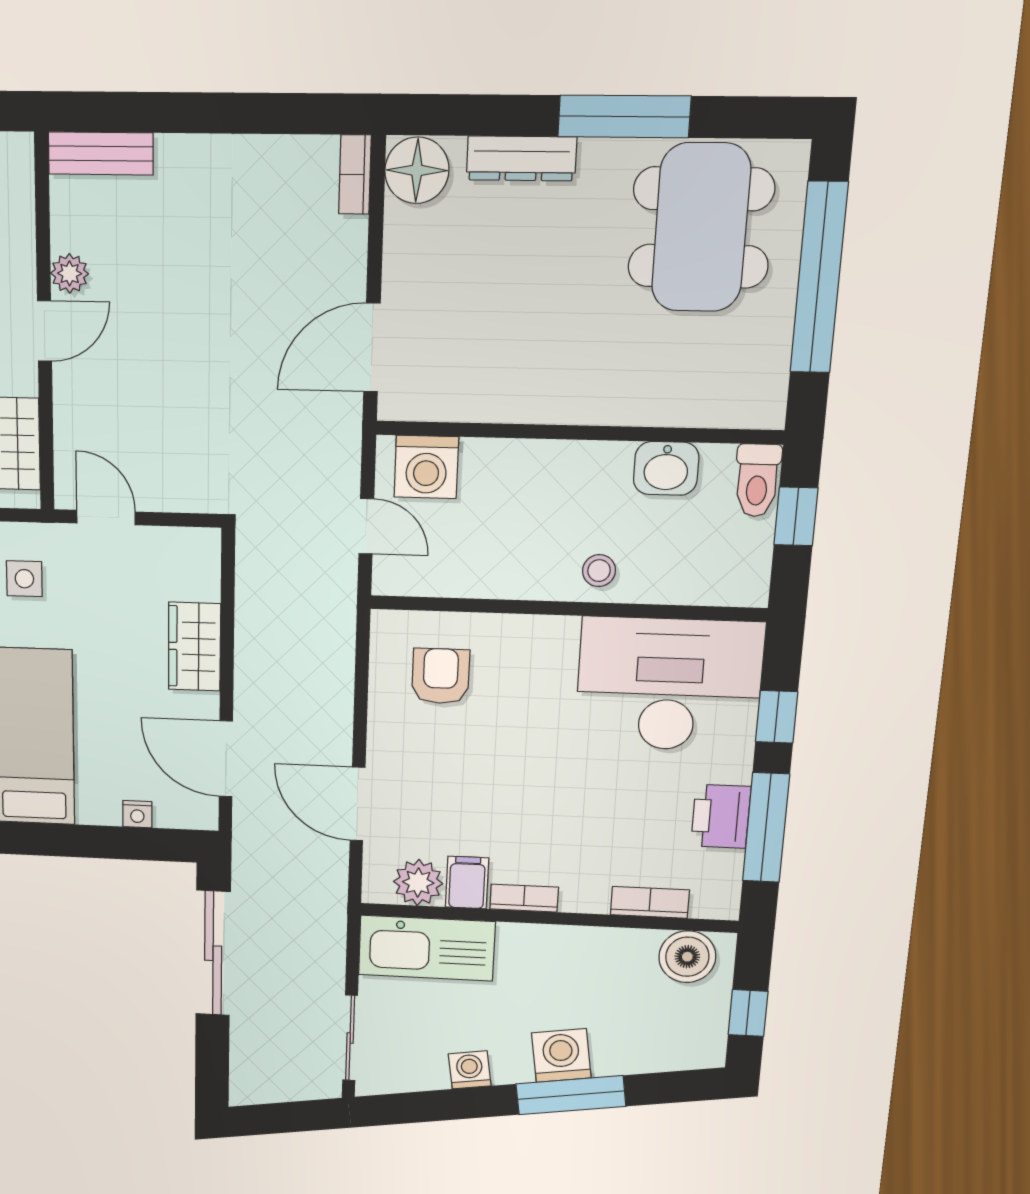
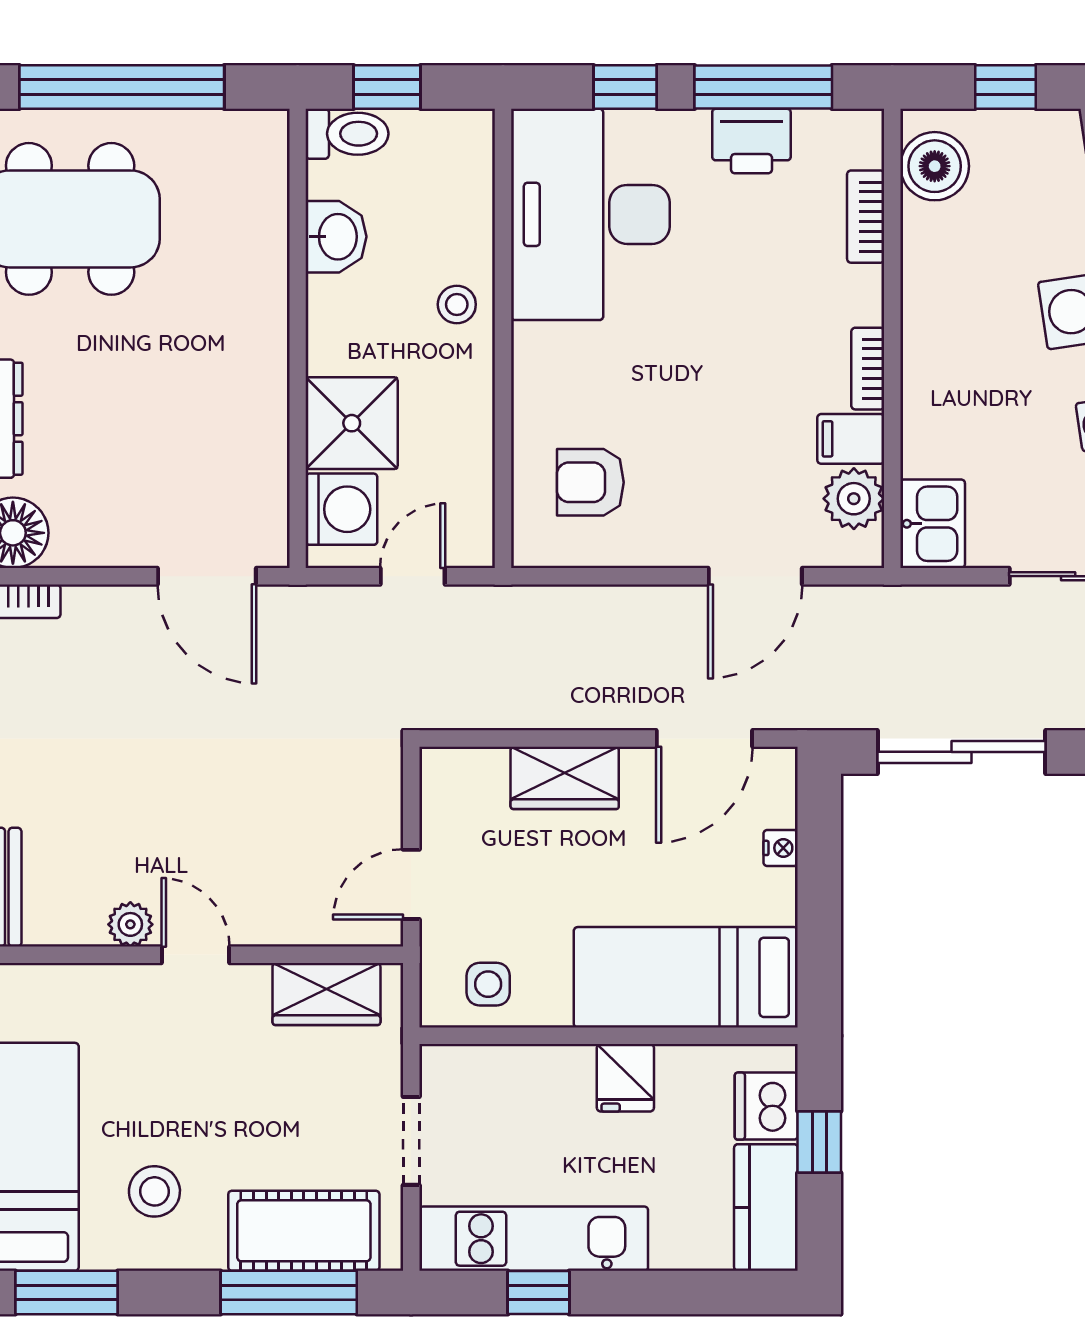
shower: (501, 478) -> (352, 423), added
kitchen sink: (427, 948) -> (933, 524), width x0.53, depth x0.81

